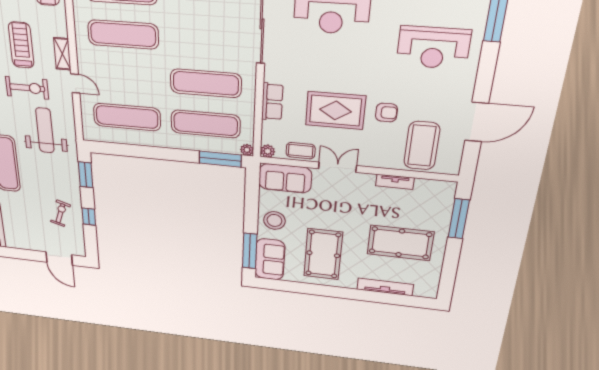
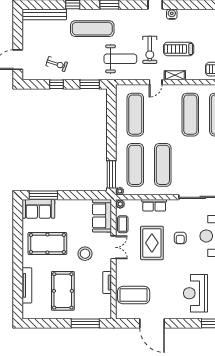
treadmill: (21, 45) -> (179, 49), turned 180
armchair: (386, 112) -> (180, 238), moved
stool: (274, 220) -> (85, 254), moved

